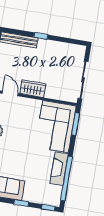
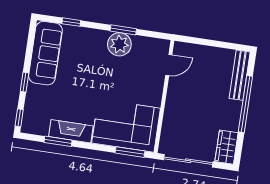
window: (41, 36) -> (245, 104), width x3.17
wardrobe: (33, 89) -> (226, 147), moved, turned 180
window: (67, 179) -> (58, 141), width x0.47

